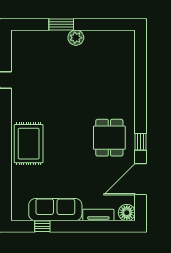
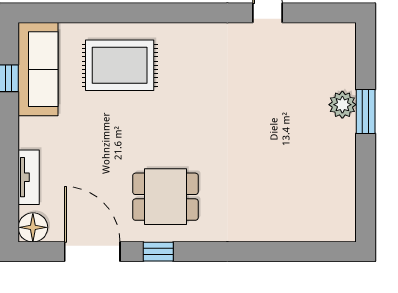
plant: (76, 38) -> (342, 105), moved
rug: (29, 144) -> (120, 65), moved
sofa: (55, 210) -> (38, 69), moved

